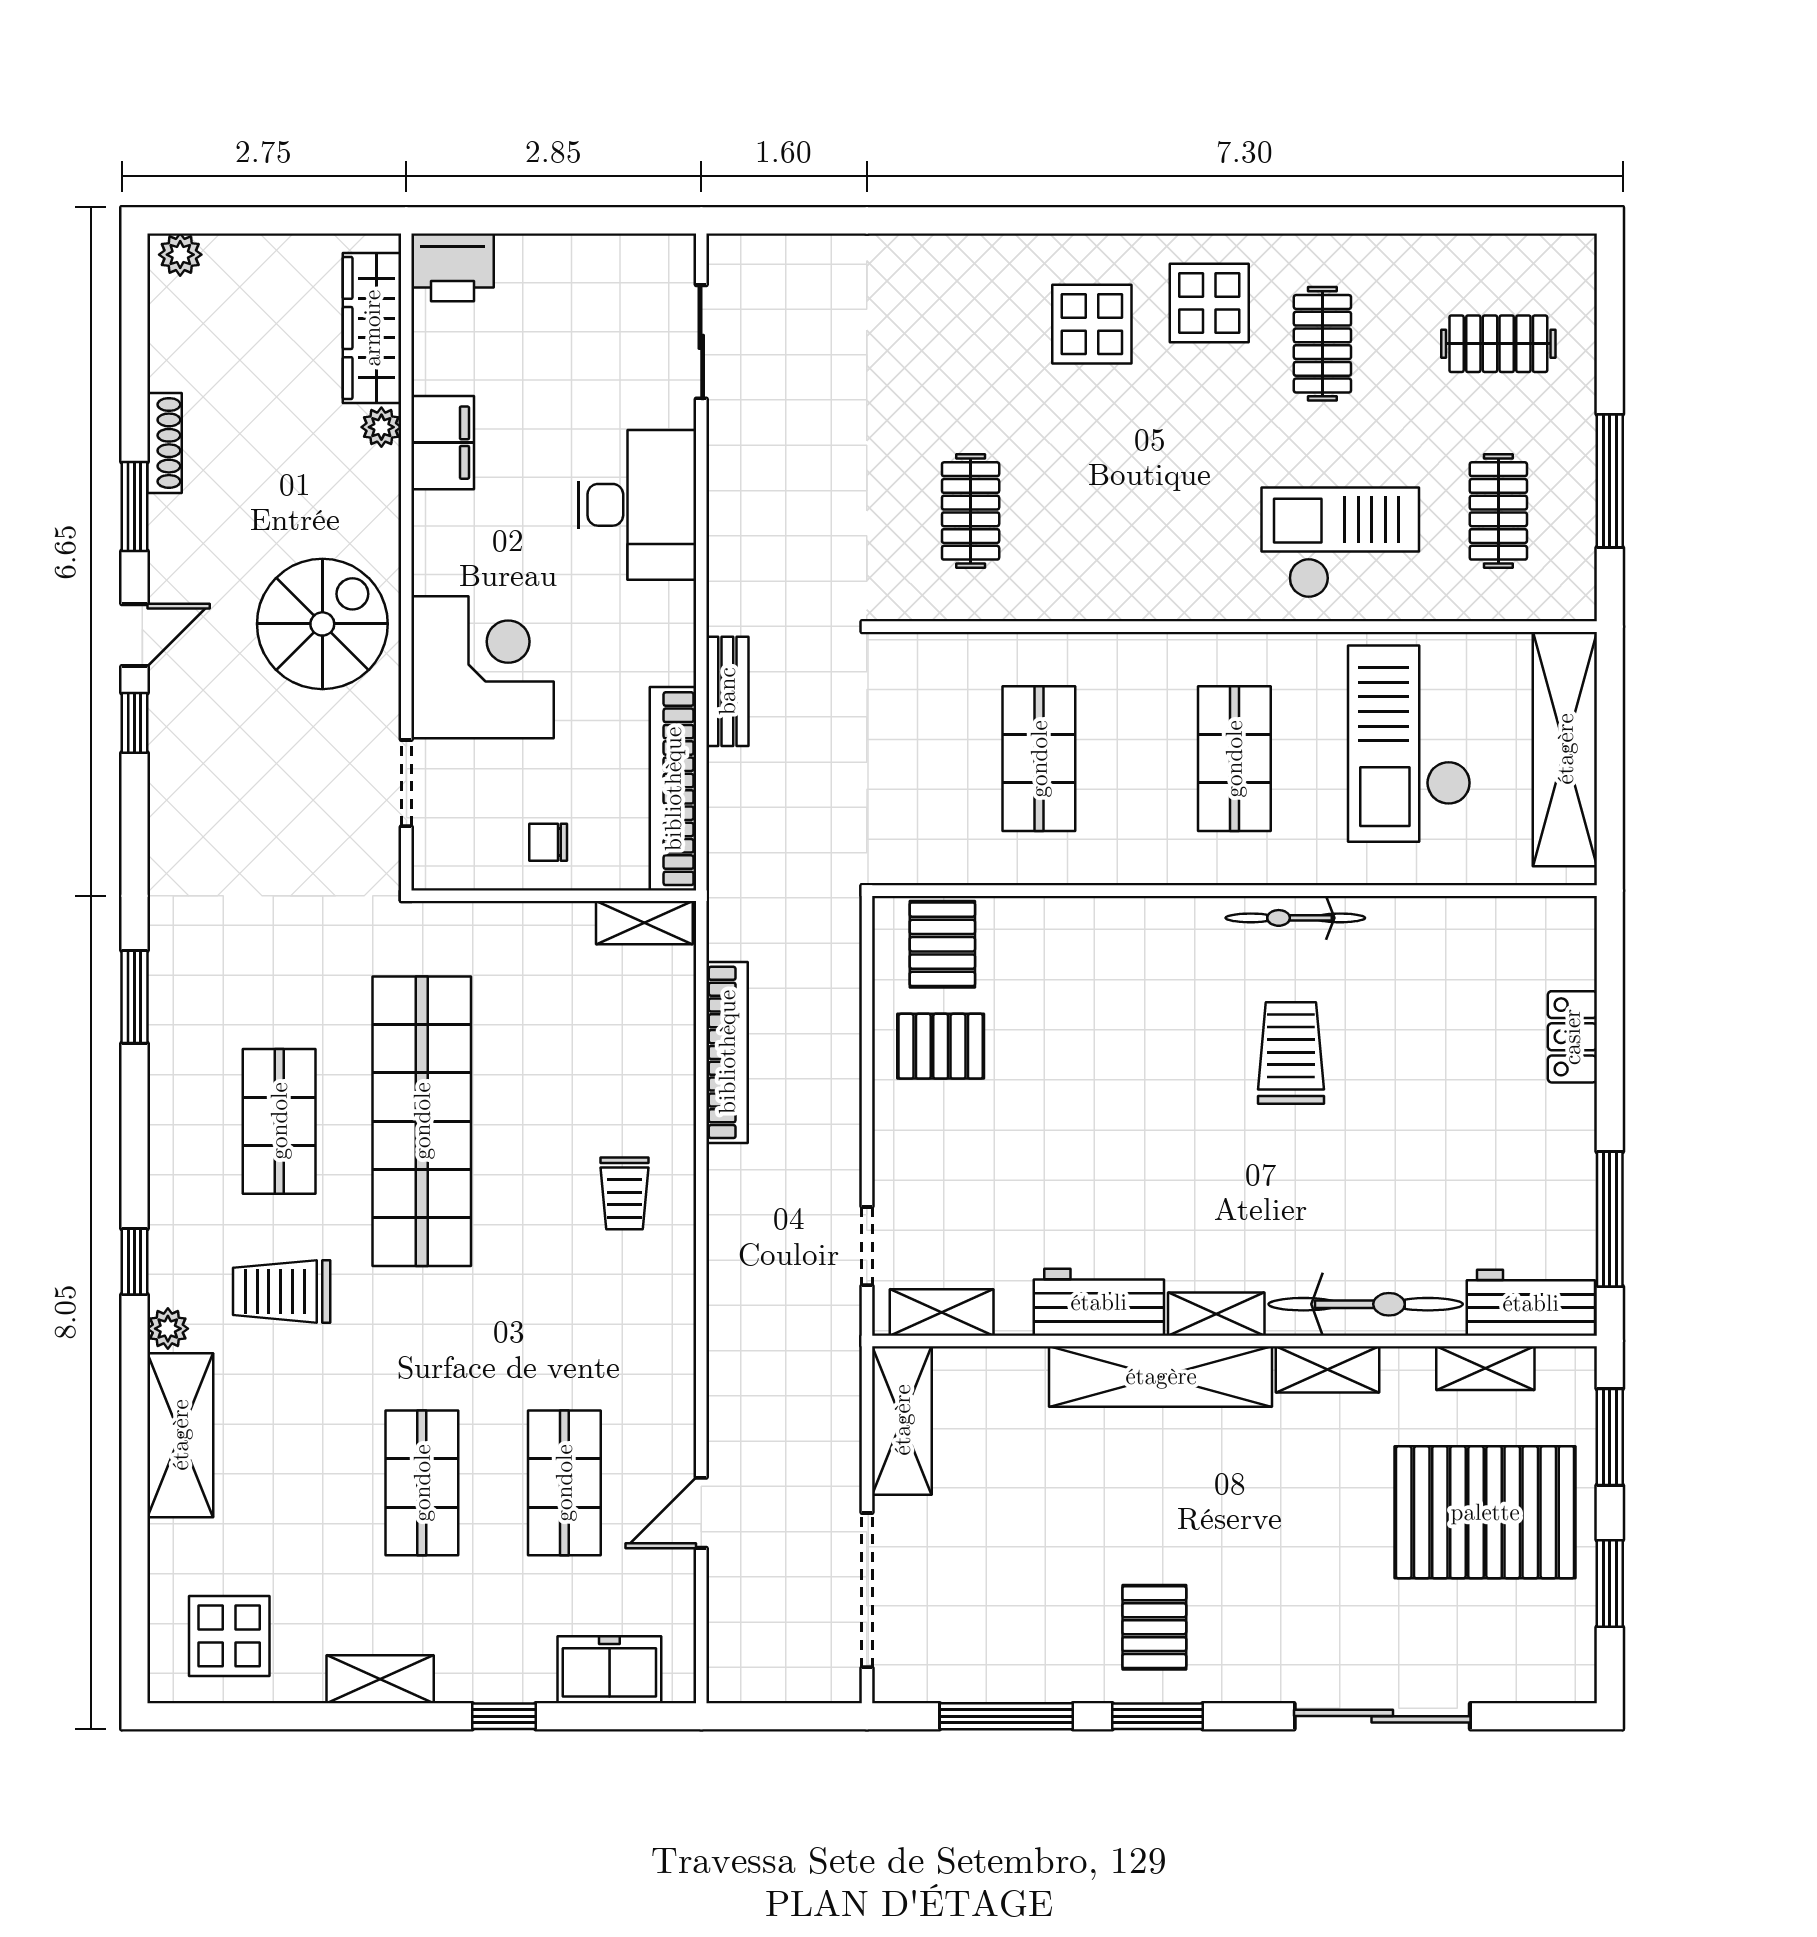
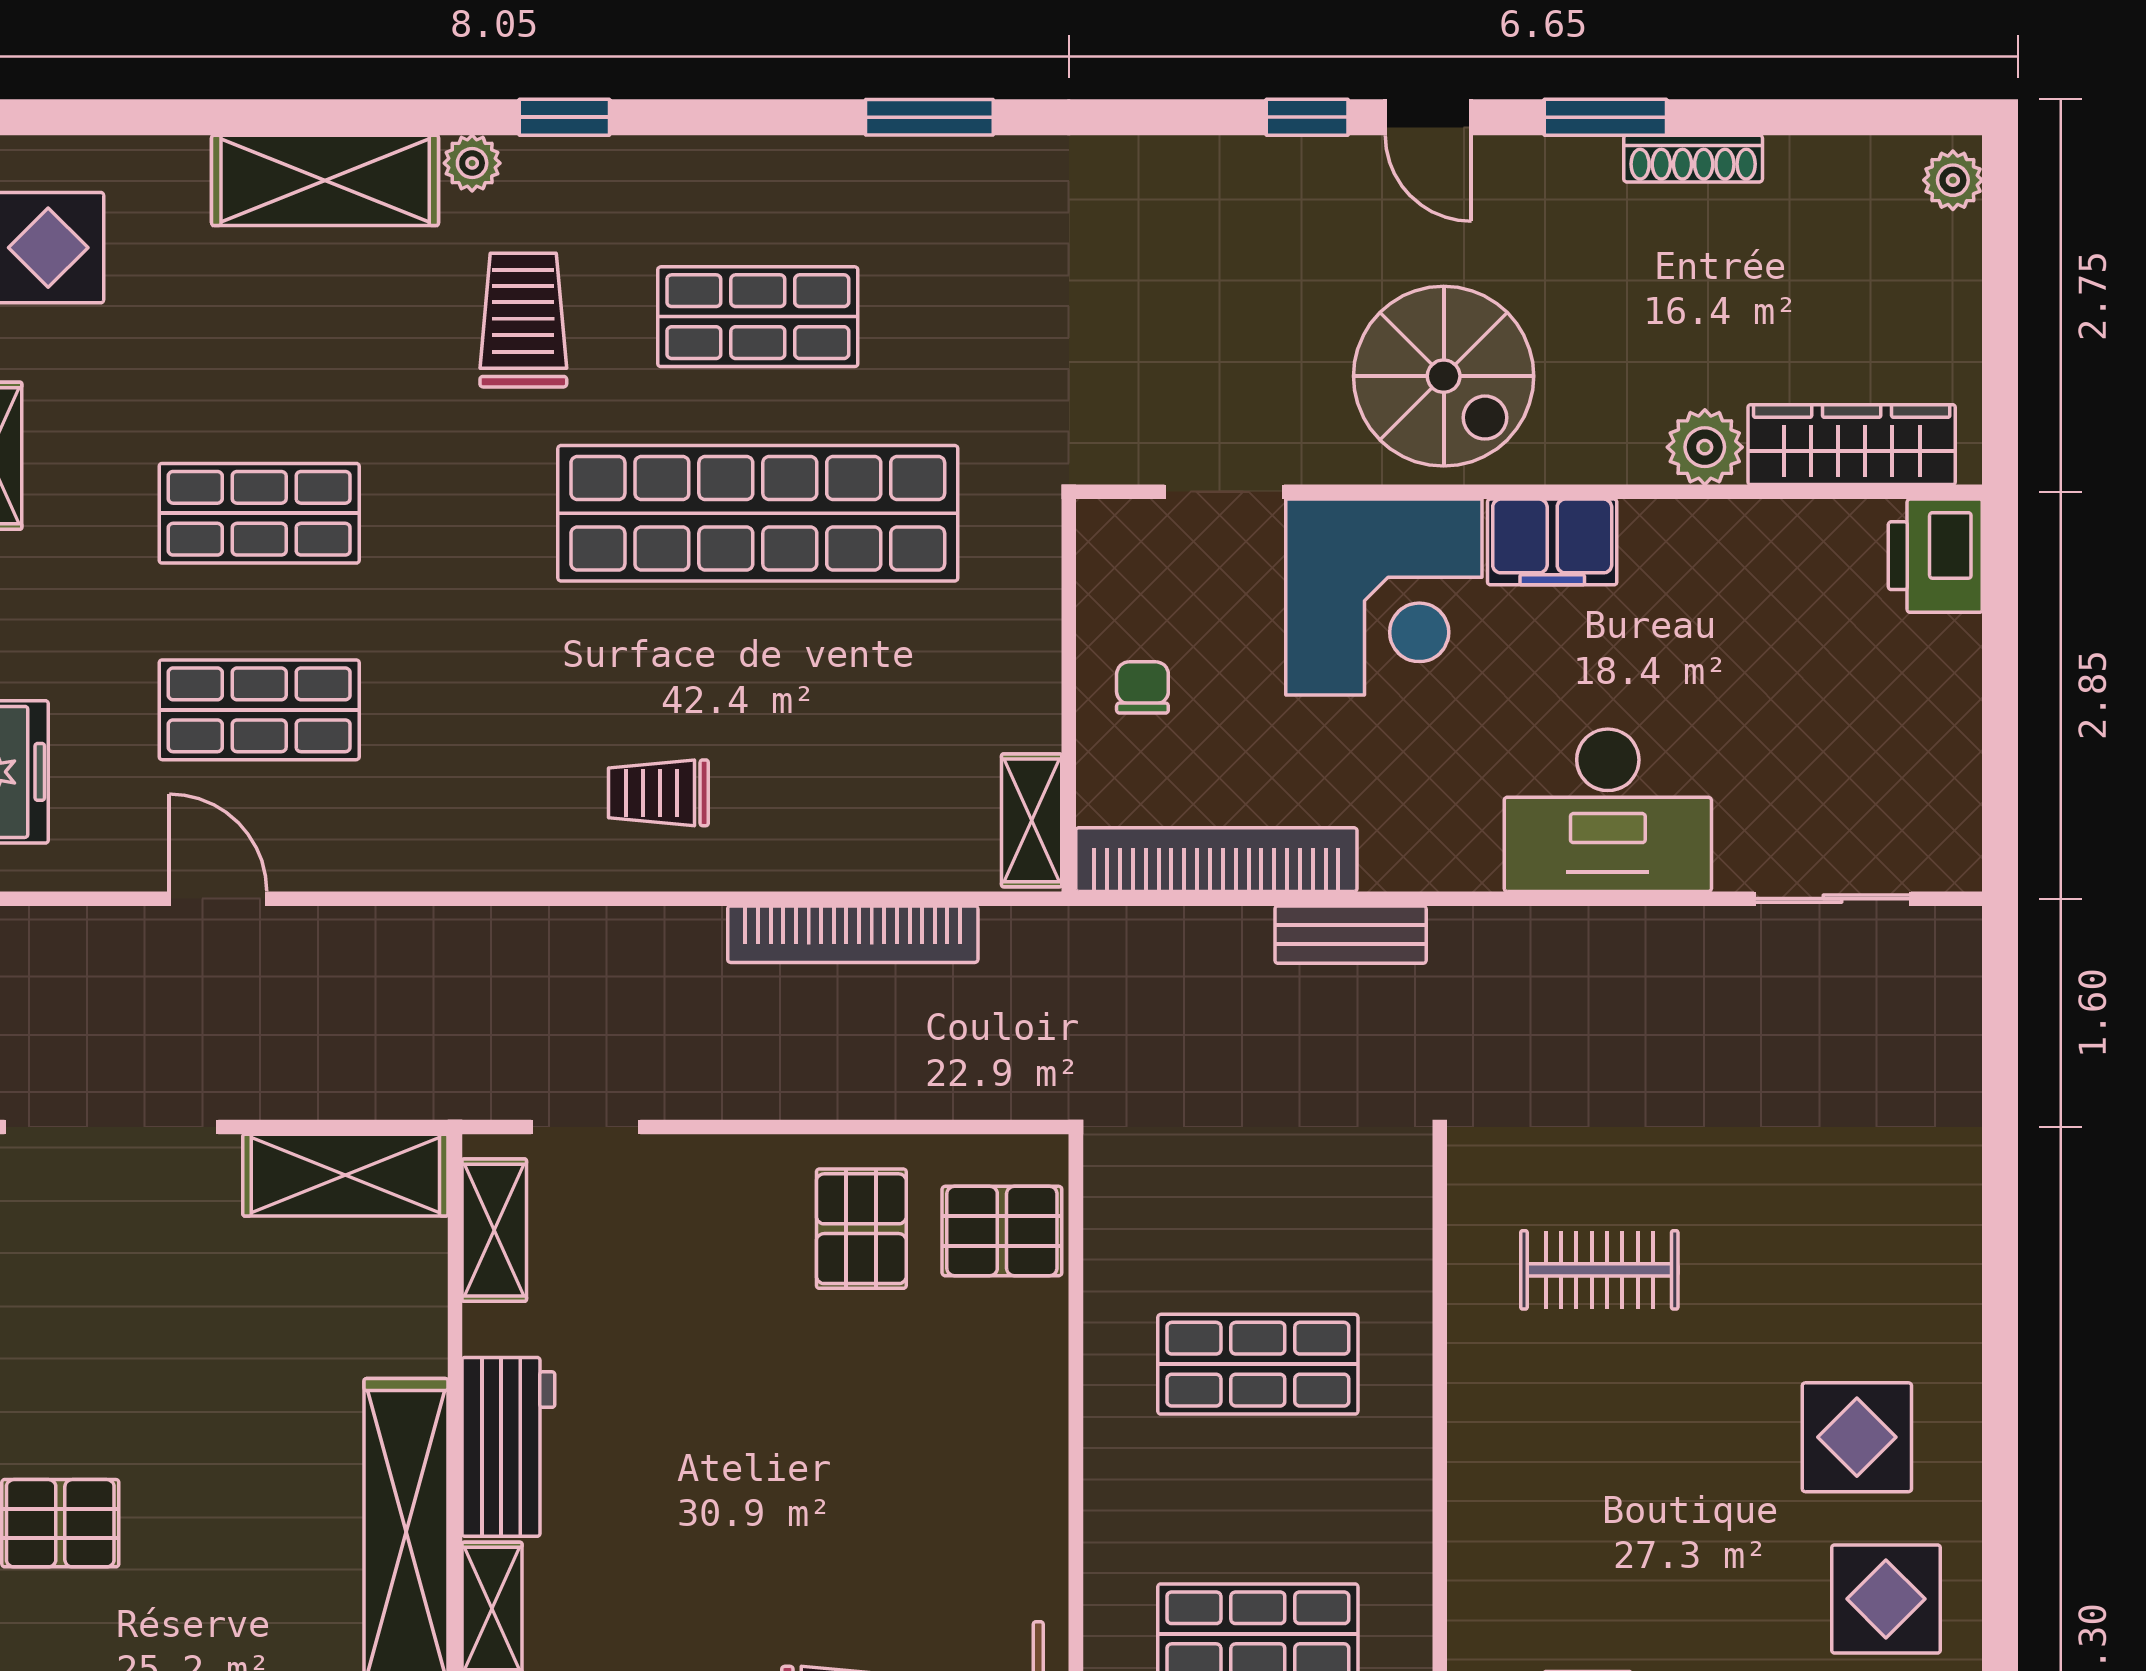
plant: (381, 427) -> (1705, 447), width x1.38, depth x1.38
filing cabinet: (443, 443) -> (1552, 542), moved

